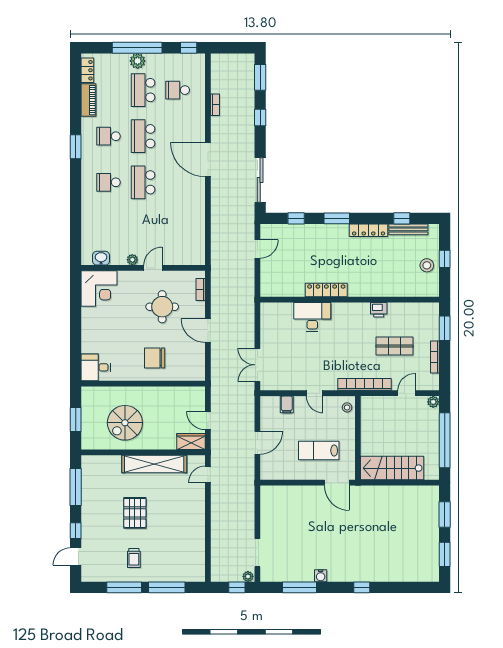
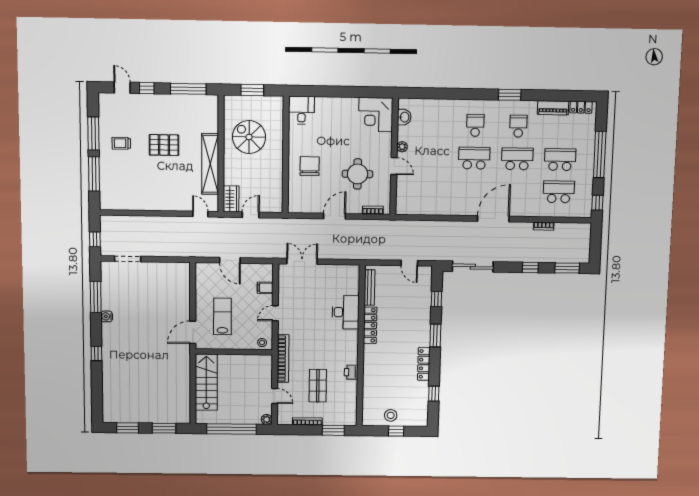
plant: (138, 61) -> (587, 155), removed
school desk: (178, 90) -> (559, 192), width x1.85
bench: (408, 229) -> (370, 288), moved
plant: (248, 576) -> (105, 250), removed

